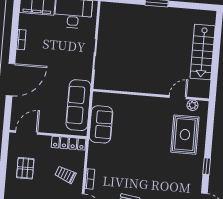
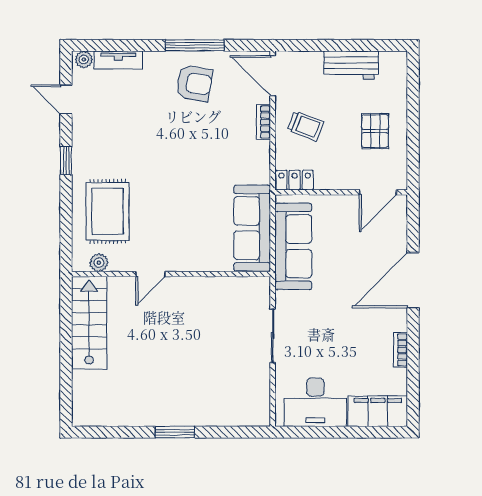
stairs: (203, 52) -> (89, 323), moved
door: (178, 97) -> (150, 274), moved
sofa: (101, 124) -> (252, 228), width x1.36
locker: (68, 143) -> (295, 180), width x0.66

